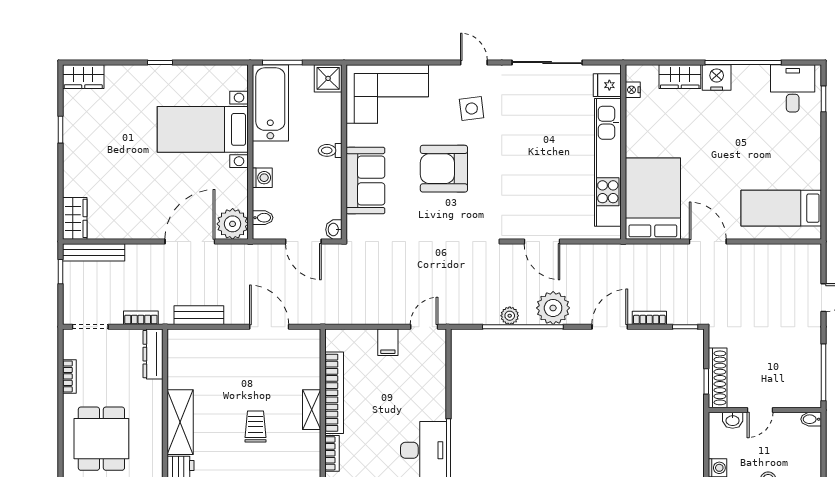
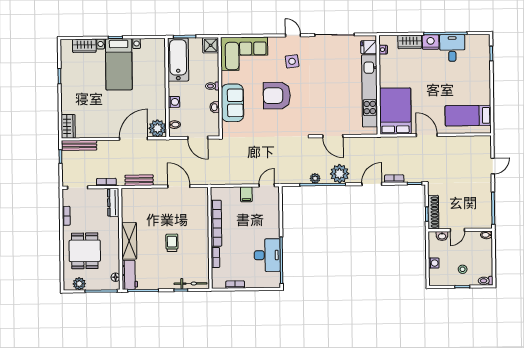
wardrobe: (83, 77) -> (84, 46), moved
desk: (793, 88) -> (452, 48), moved
bed with nightstands: (203, 129) -> (119, 64), moved, turned -90
washbasin: (334, 230) -> (215, 107), moved
shelving: (312, 410) -> (204, 233), removed

